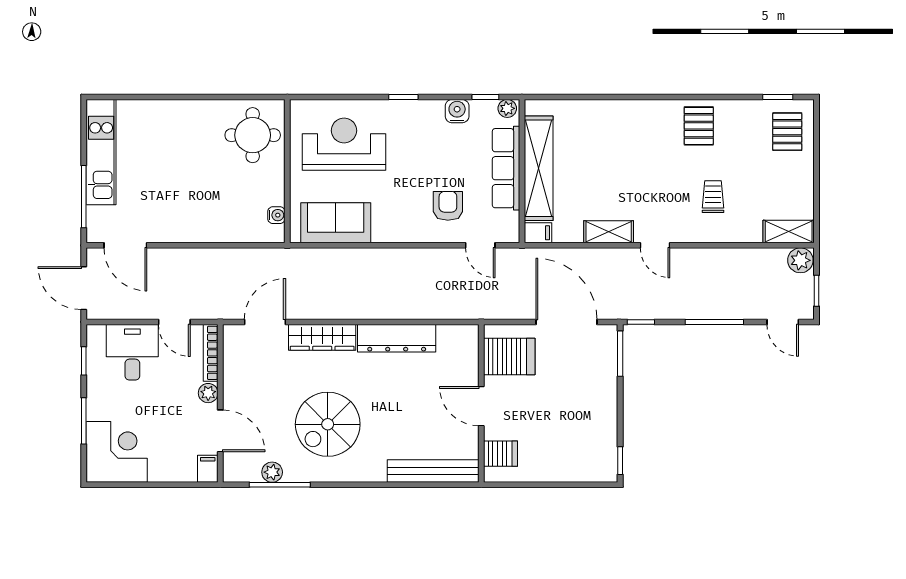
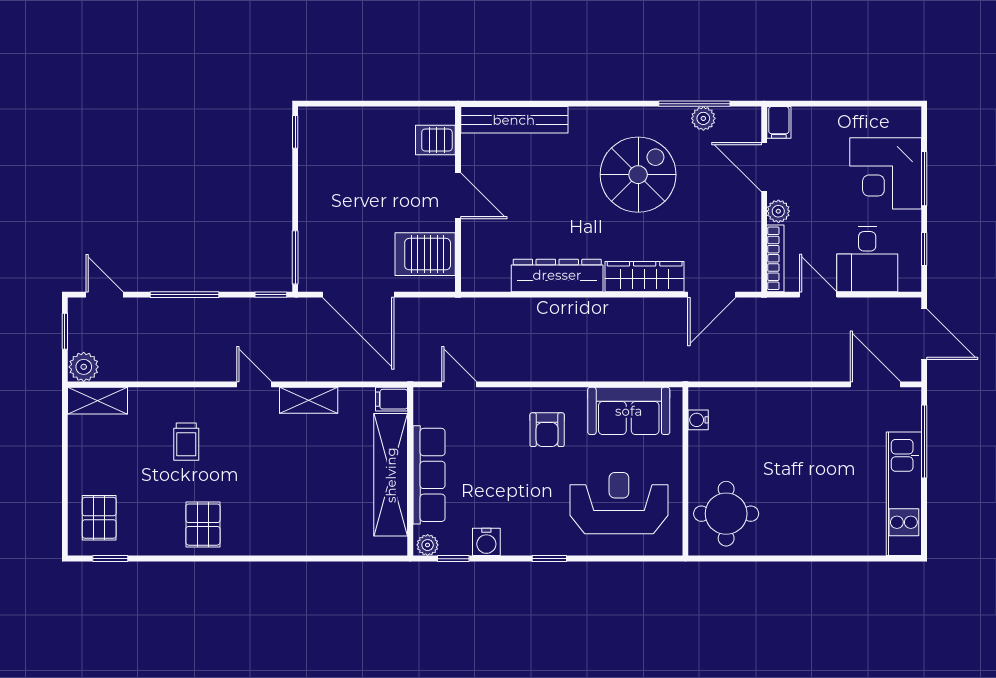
reception desk: (344, 144) -> (619, 503), turned 180
armchair: (448, 206) -> (547, 430), moved
corner desk: (117, 452) -> (886, 173), moved

